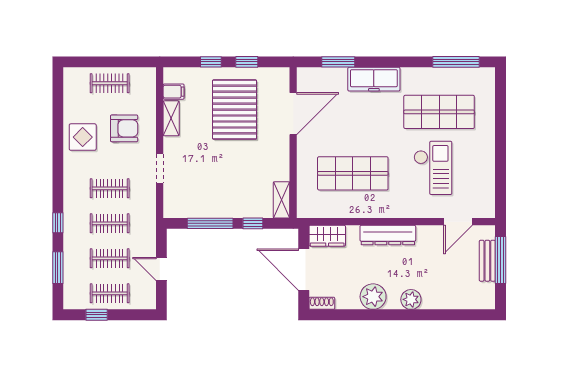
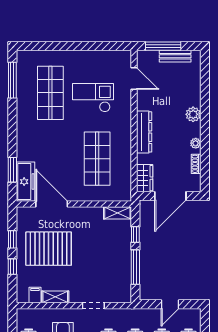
freezer: (374, 79) -> (25, 182), moved
bench: (487, 261) -> (175, 56), moved
plant: (373, 297) -> (196, 143), width x0.53, depth x0.53
shoe rack: (322, 303) -> (196, 164), moved

